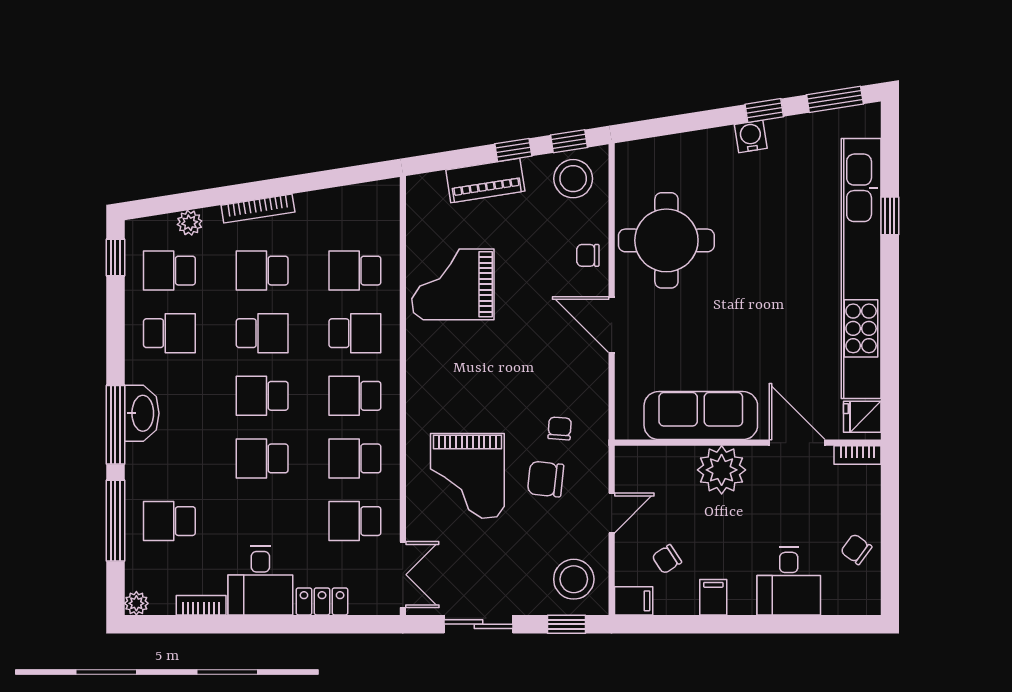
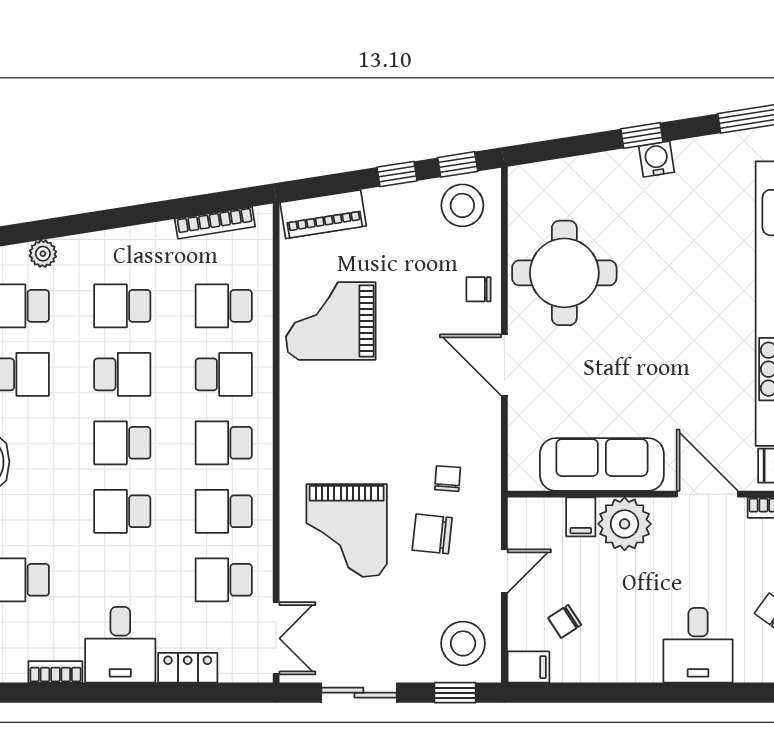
window: (764, 111) -> (642, 135), moved
piano: (485, 180) -> (323, 214), moved
bookcase: (258, 209) -> (215, 223), moved
filing cabinet: (713, 597) -> (581, 517), moved, turned 180

